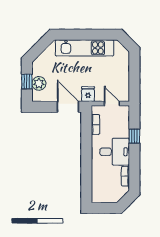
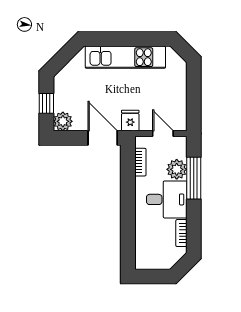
plant: (39, 83) -> (63, 121), moved
plant: (122, 130) -> (177, 169), added
window: (134, 136) -> (194, 178), width x2.17

